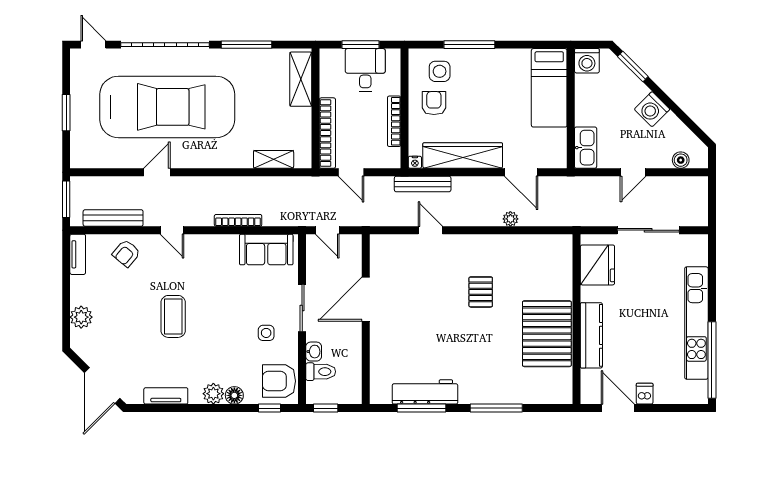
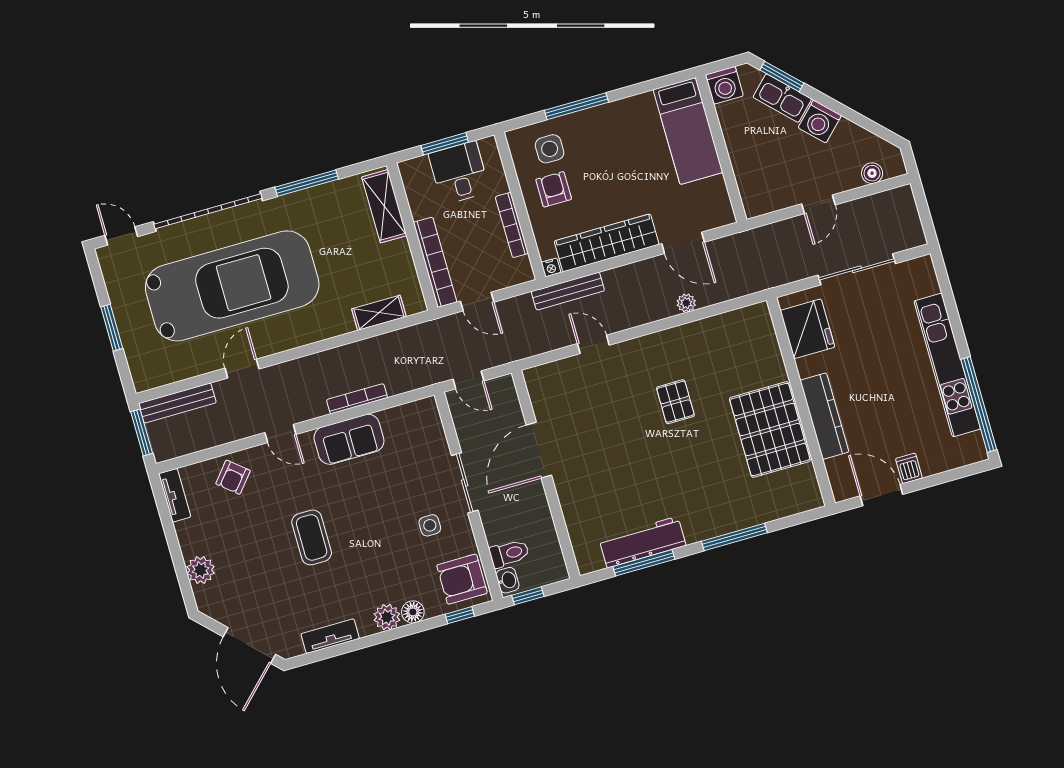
kitchen sink: (586, 148) -> (782, 98), moved, turned 135
bench: (113, 218) -> (177, 403), moved
sofa: (266, 250) -> (349, 439), moved
washbasin: (314, 352) -> (508, 580), moved

